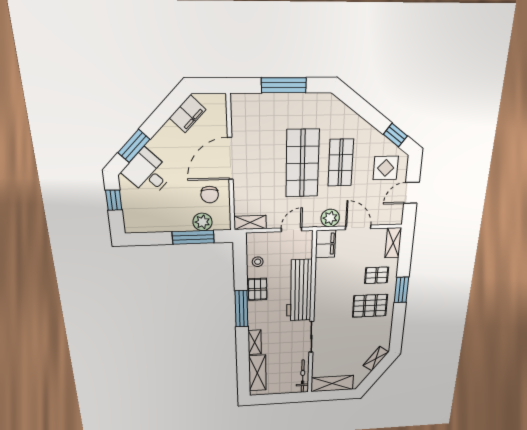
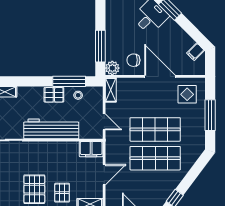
filing cabinet: (188, 114) -> (196, 52), width x0.50
shop shelf: (341, 163) -> (155, 158), width x1.43, depth x1.36
display table: (386, 168) -> (187, 94), moved
plant: (330, 218) -> (112, 152), removed
plant: (202, 222) -> (112, 68), moved
window: (241, 309) -> (69, 81), moved

